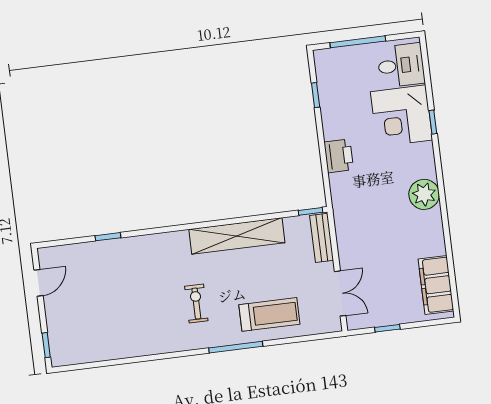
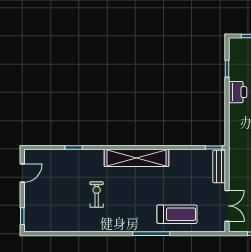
printer: (339, 156) -> (238, 92), moved
shelving: (237, 236) -> (136, 158), moved
exercise bike: (196, 303) -> (97, 194), moved

